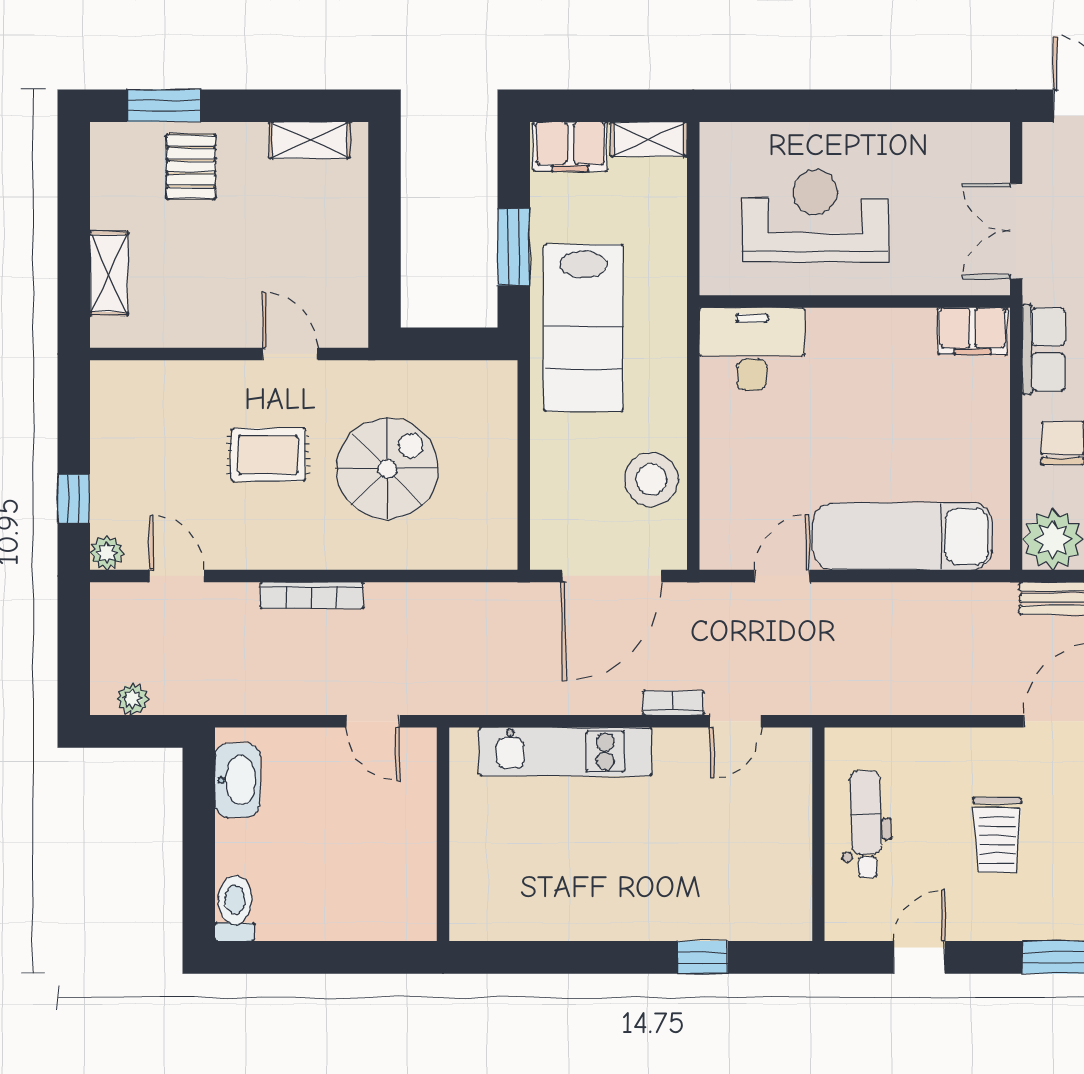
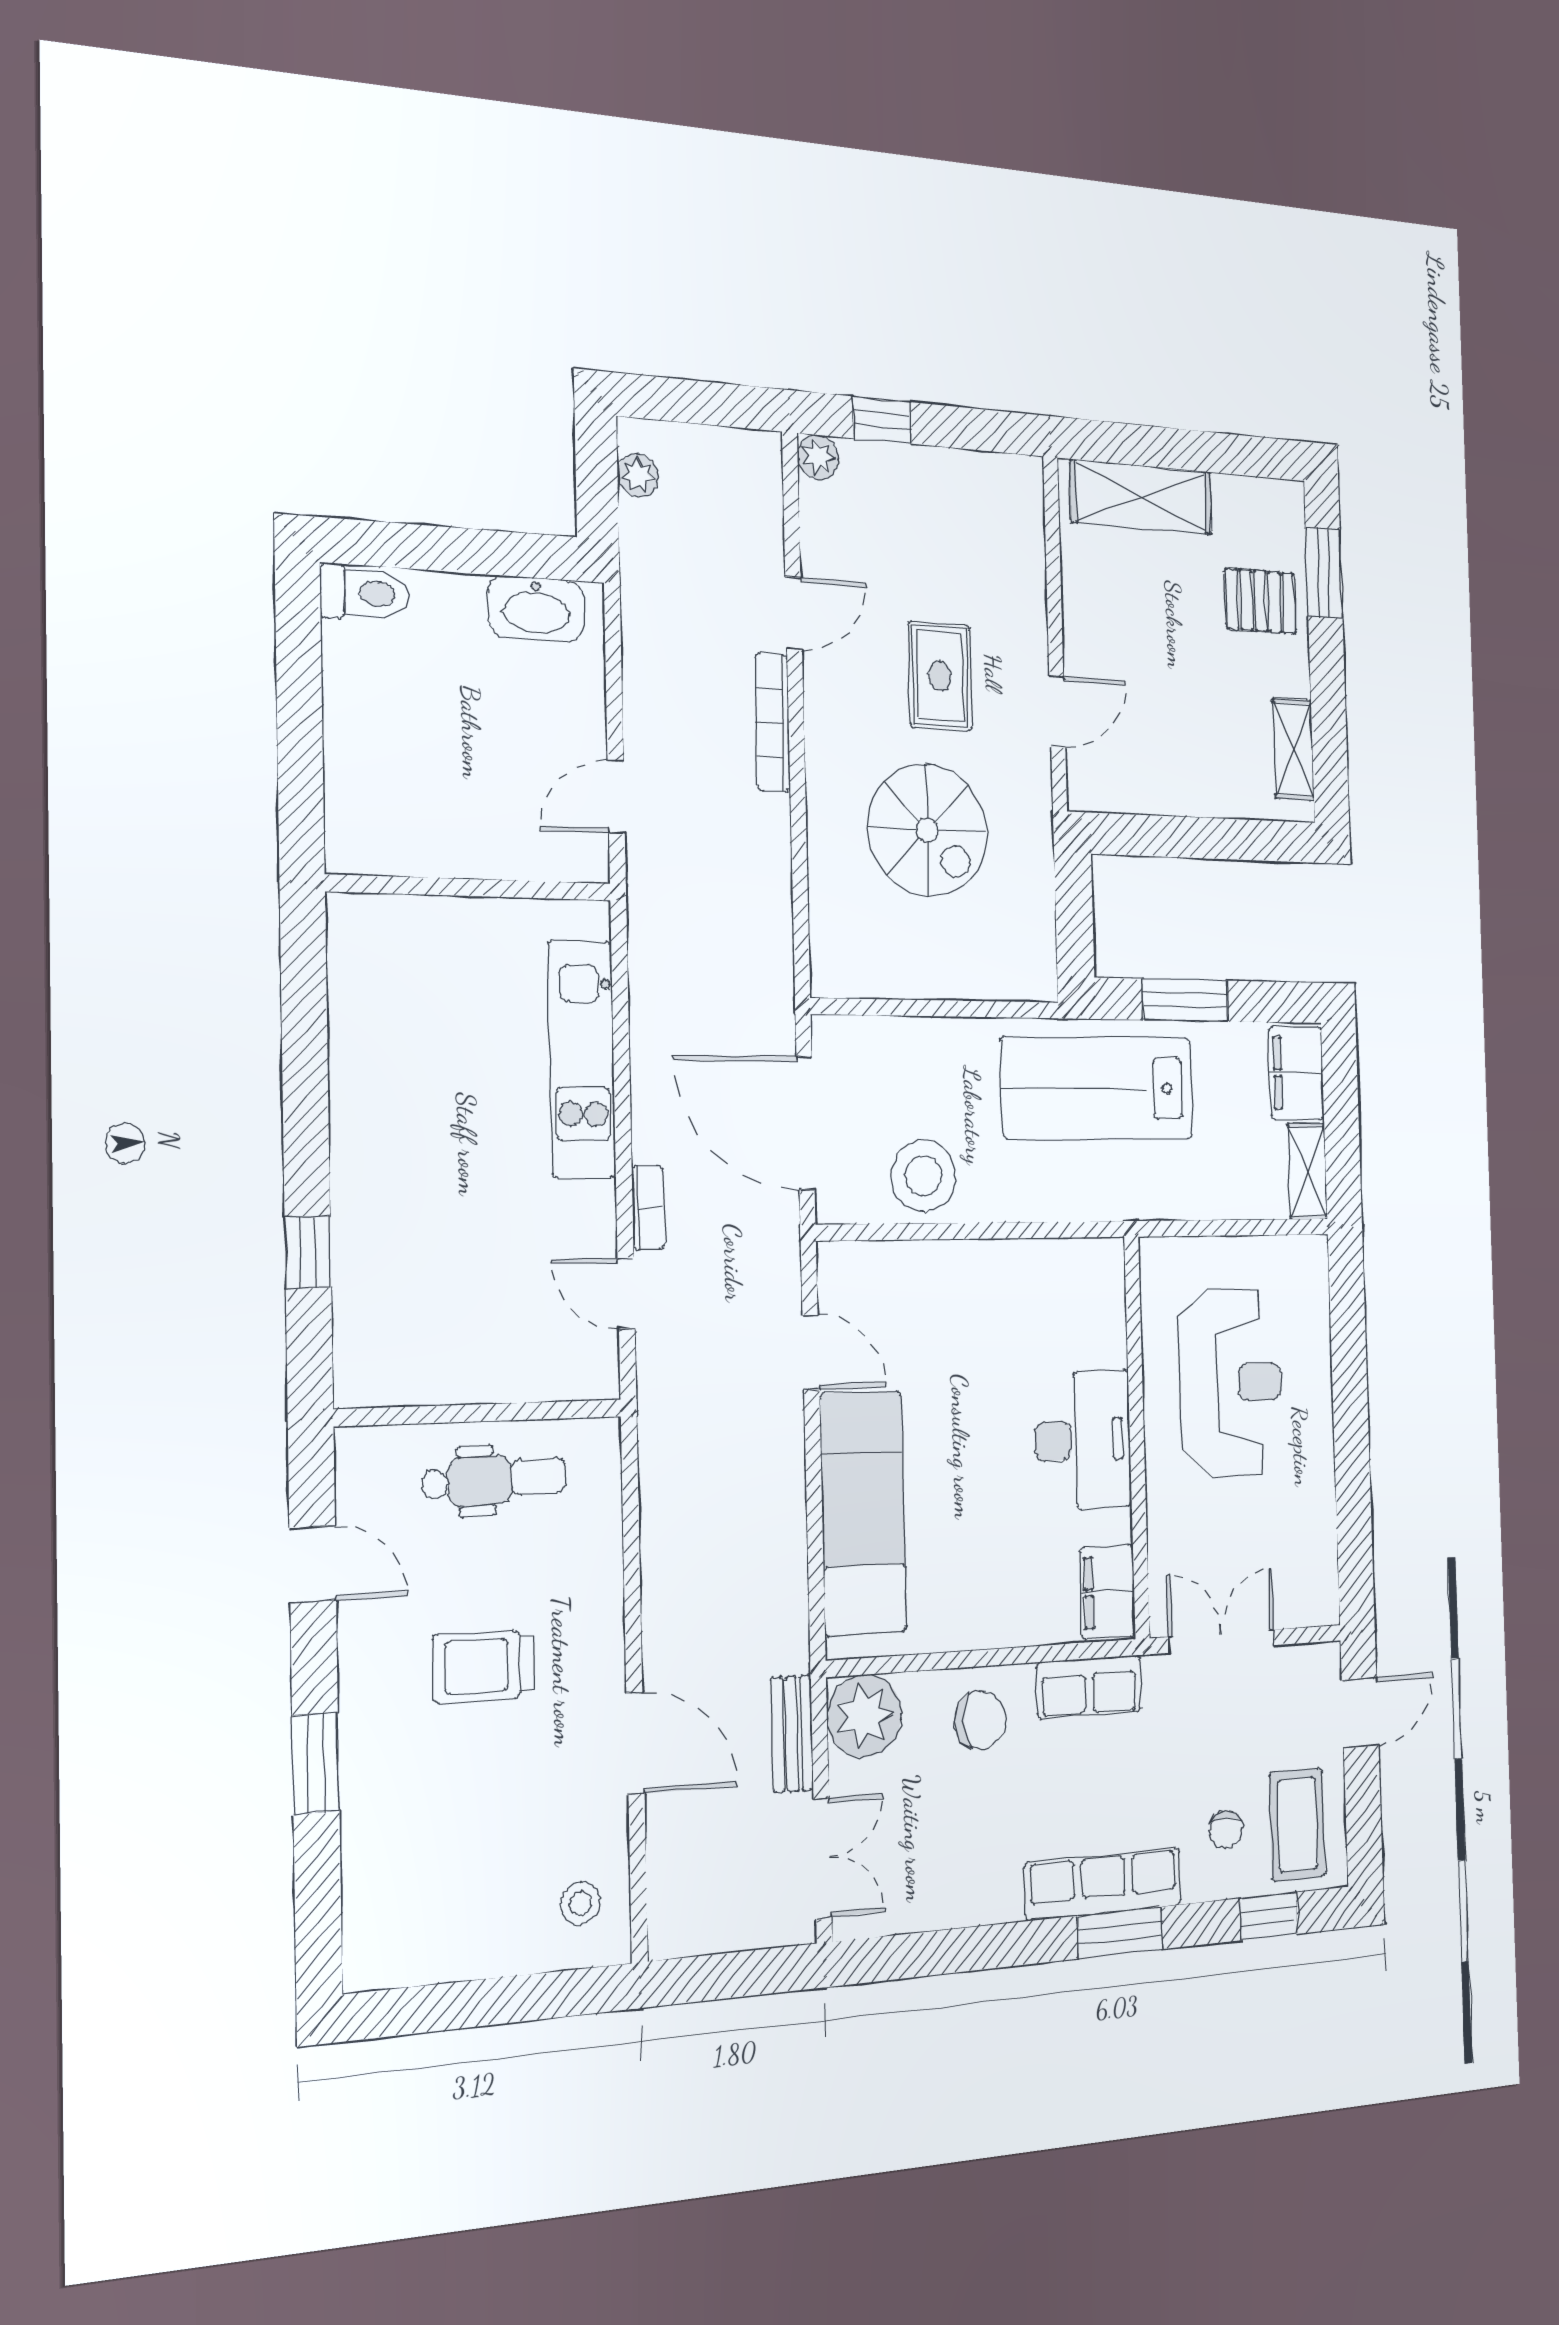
shelving: (109, 273) -> (1141, 497), width x1.50, depth x1.33
desk: (752, 349) -> (1083, 1440), moved
door: (177, 576) -> (794, 613), moved

